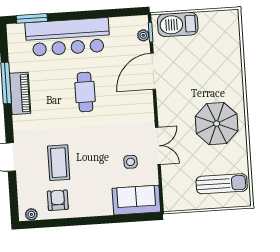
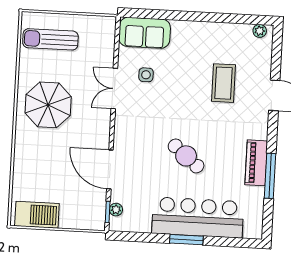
window: (32, 18) -> (186, 240), moved
barbecue: (178, 24) -> (37, 215), moved
door: (153, 71) -> (110, 169), swing flipped
cafe table: (85, 92) -> (186, 156), turned -50
armchair: (58, 200) -> (229, 43), removed

